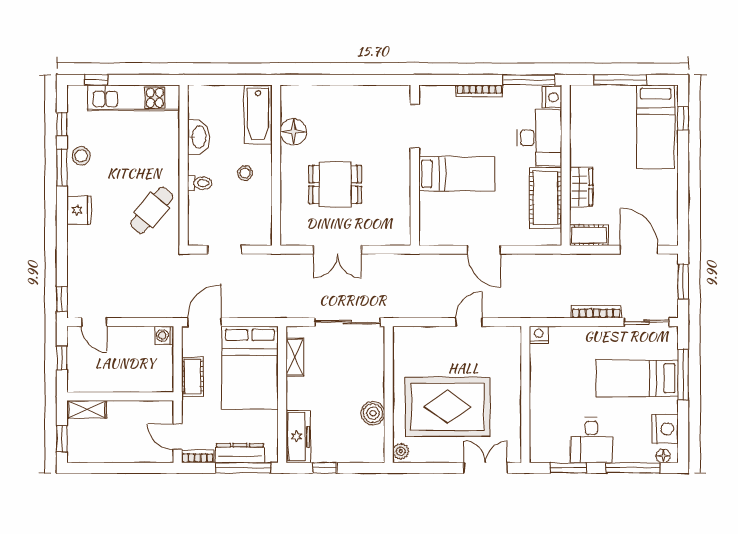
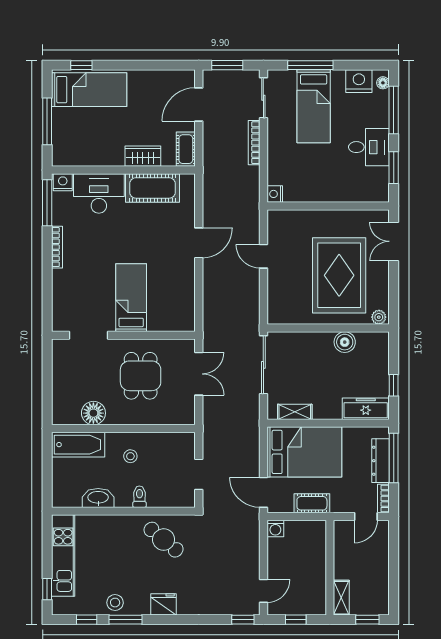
doorway: (415, 126) -> (88, 335), moved
wall: (415, 165) -> (123, 335), moved
bed: (457, 174) -> (131, 298), moved

